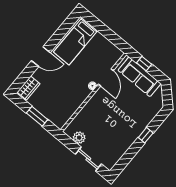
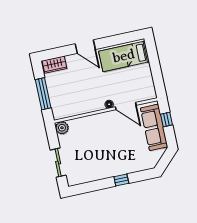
door: (106, 77) -> (126, 106), hinge flipped
window: (37, 116) -> (43, 94), width x1.44
plant: (79, 138) -> (62, 128), moved

